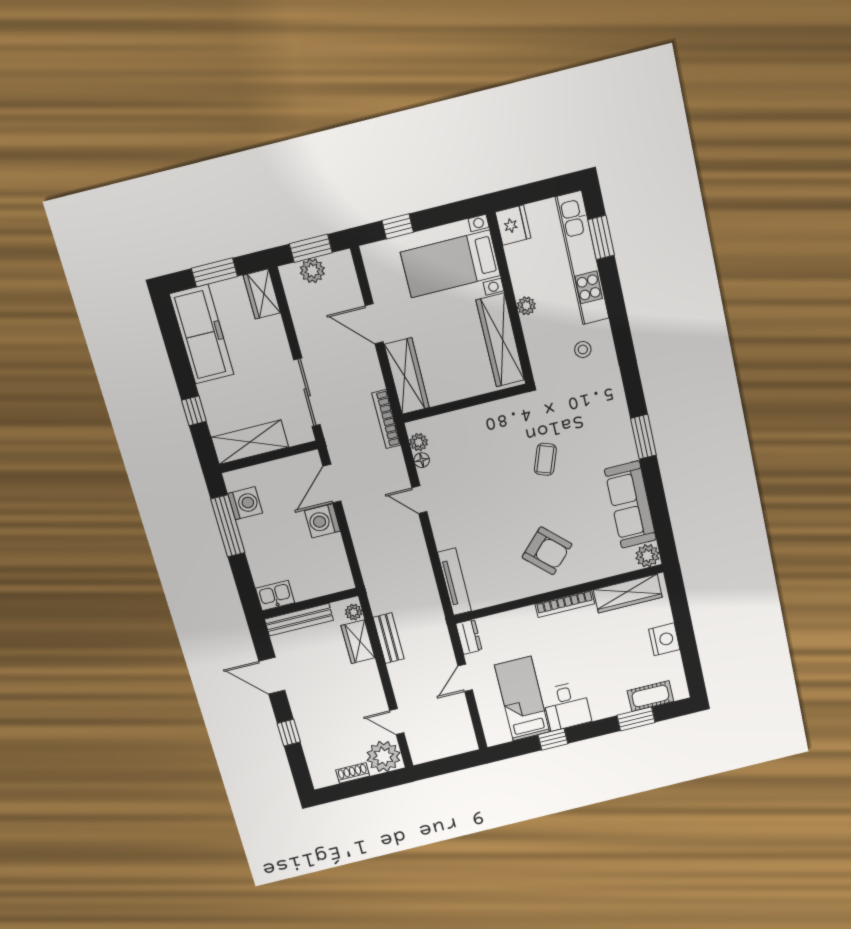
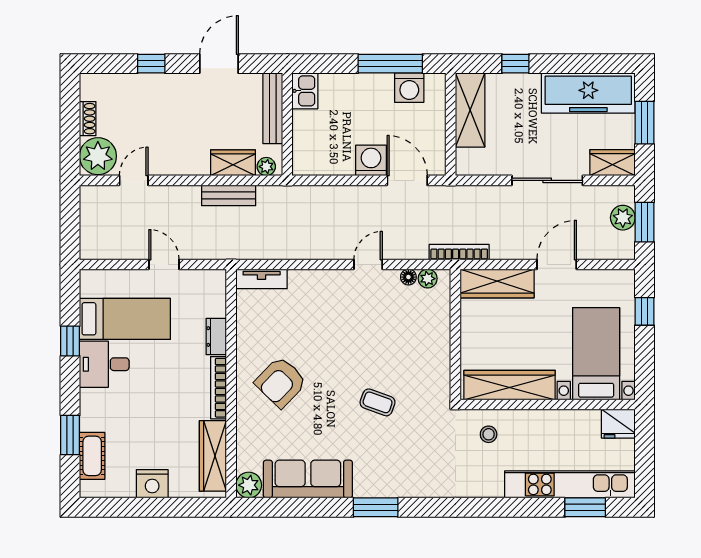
plant: (526, 306) -> (537, 419), removed
stool: (583, 349) -> (489, 434), moved
sliding door: (307, 392) -> (547, 180), moved
tv unit: (455, 582) -> (262, 279), width x0.71
dresser: (469, 637) -> (216, 337), moved, turned 90

